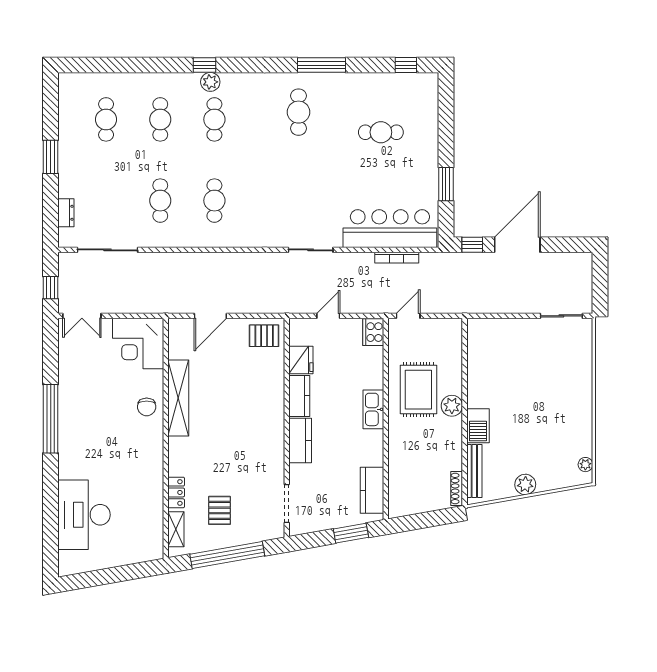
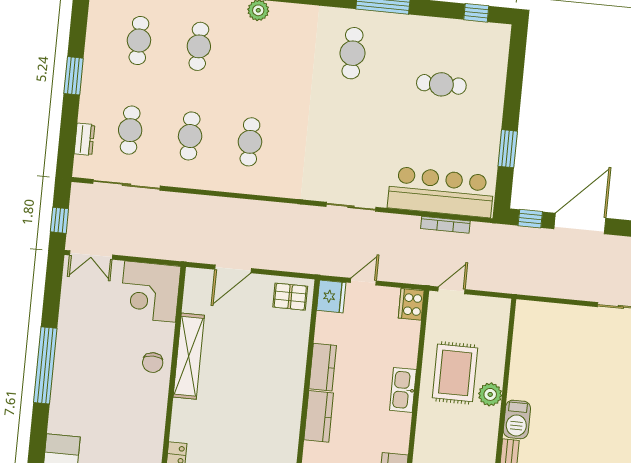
cafe table: (214, 119) -> (130, 130), moved
fridge: (301, 360) -> (331, 296), moved

